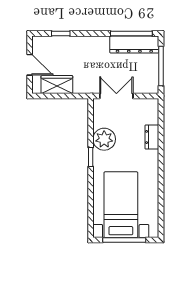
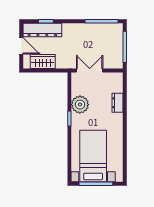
dresser: (134, 44) -> (42, 30), moved

